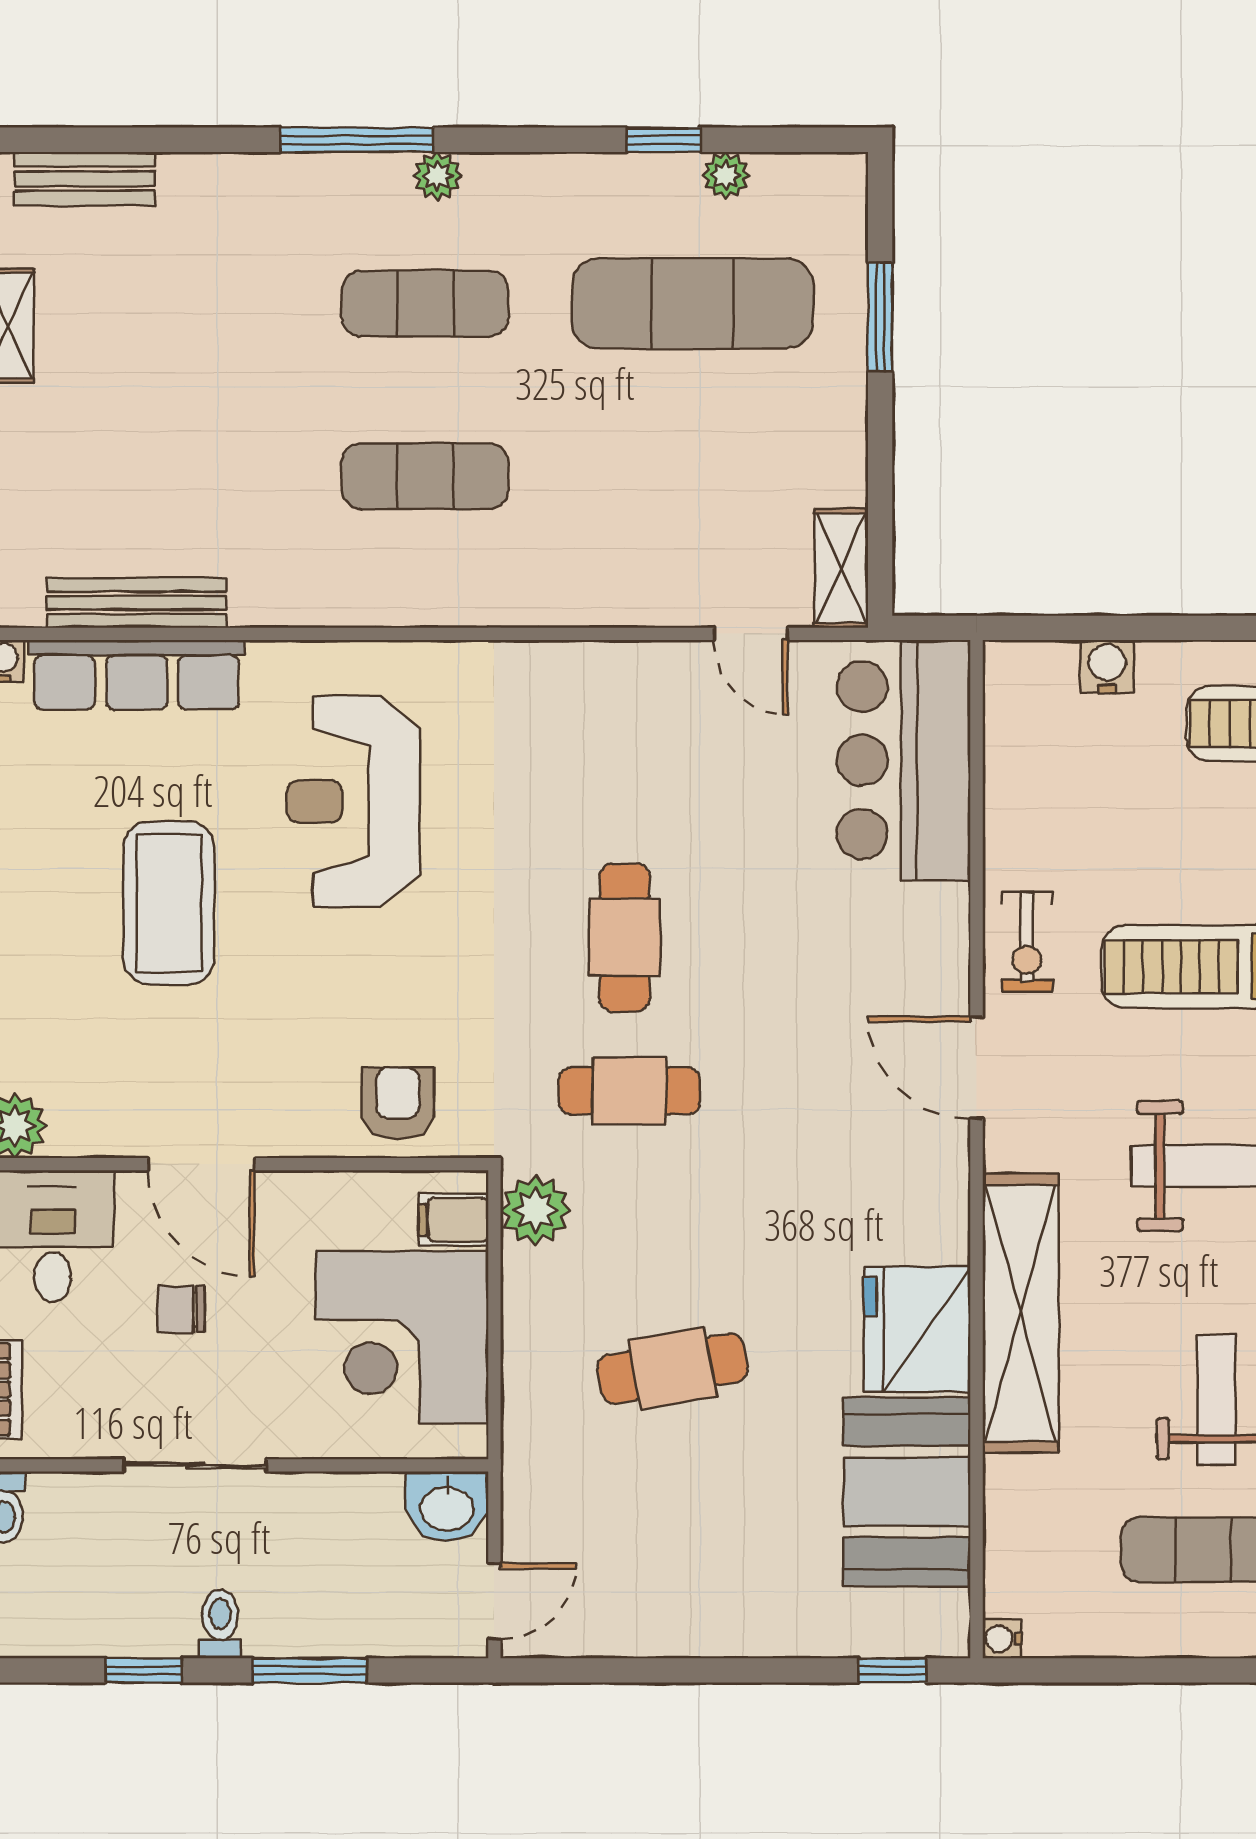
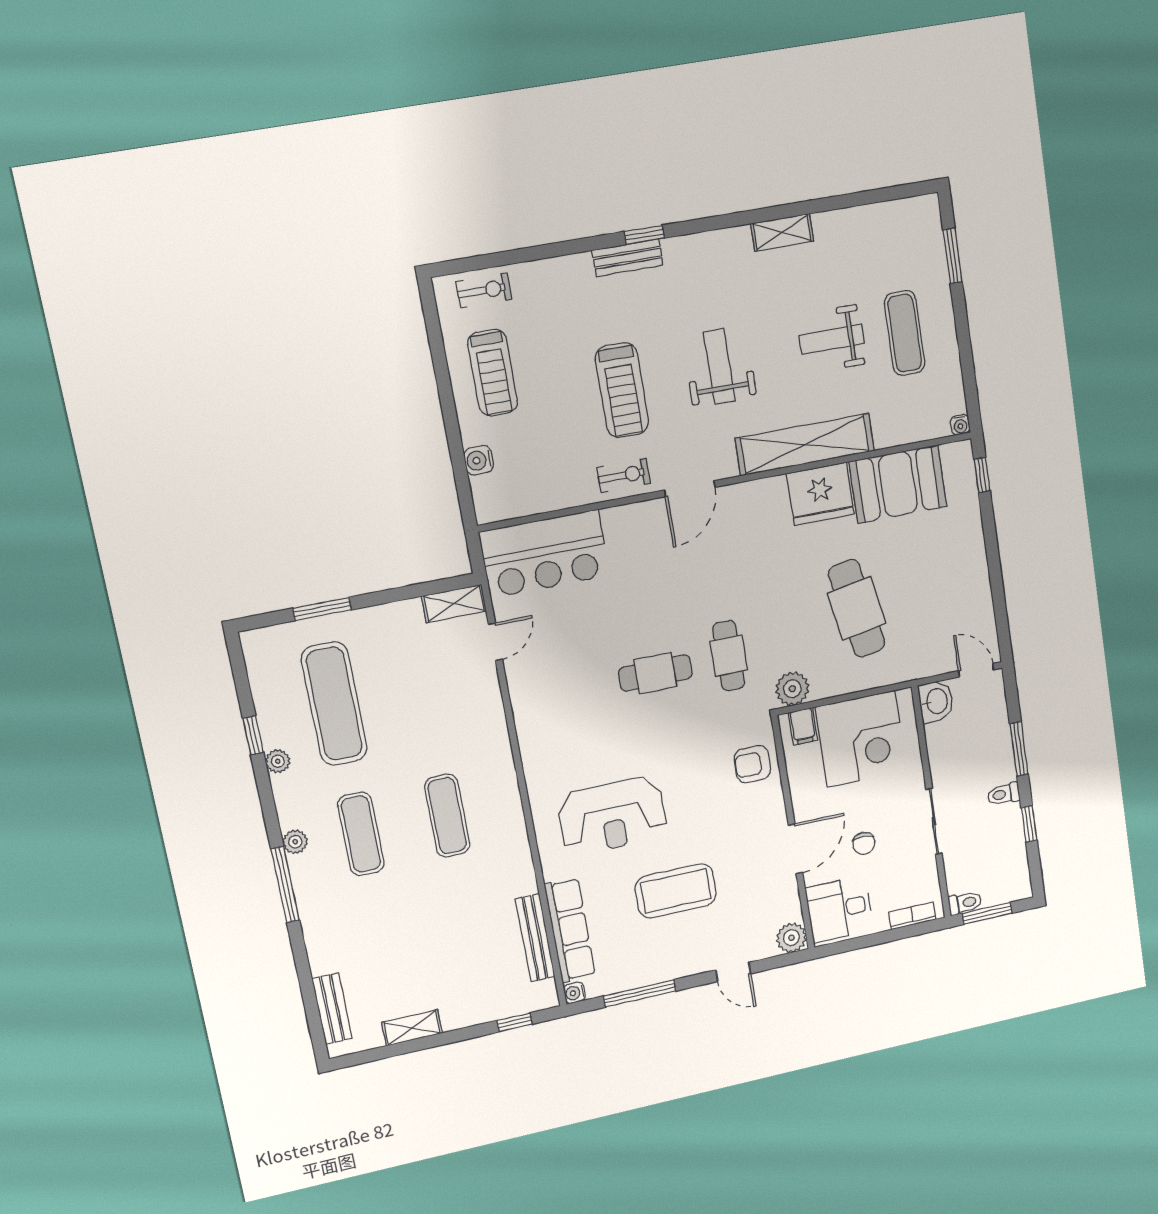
plant: (726, 175) -> (278, 761), moved
cafe table: (673, 1368) -> (857, 608), width x1.37, depth x1.35

